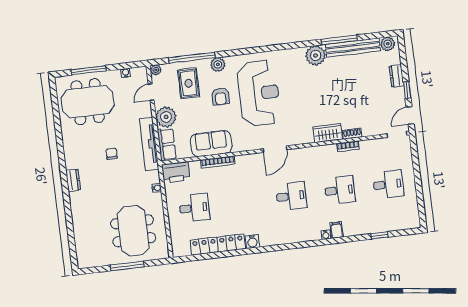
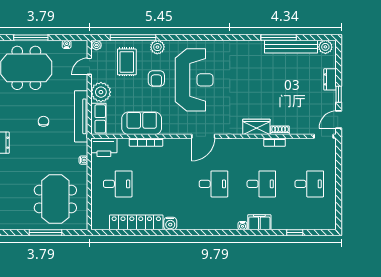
plant: (316, 55) -> (254, 50), removed
filing cabinet: (337, 230) -> (259, 222), width x2.00

